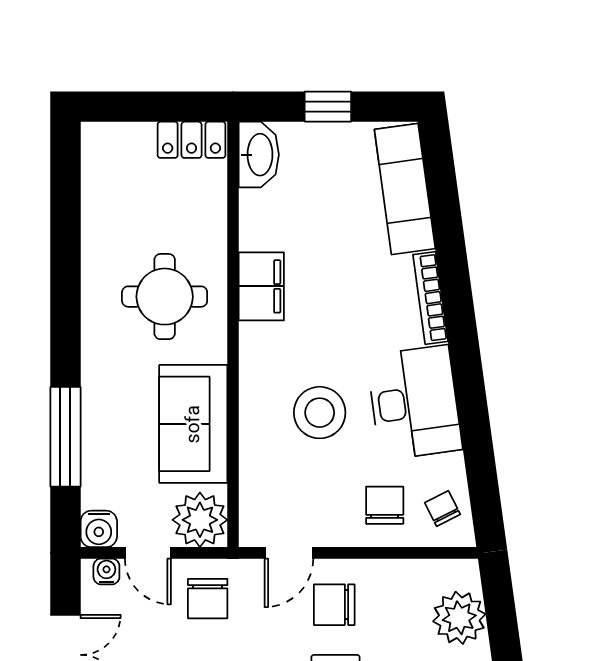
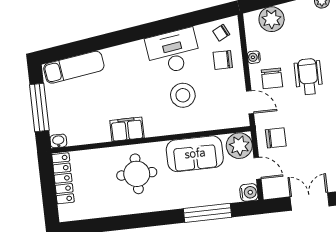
window: (328, 107) -> (39, 107), width x2.17
locker: (192, 140) -> (63, 178), width x1.53
washbasin: (259, 155) -> (58, 141), width x0.52, depth x0.69
bookcase: (430, 298) -> (123, 49), removed
door: (148, 553) -> (257, 168), hinge flipped
water cooler: (106, 571) -> (254, 57), moved

